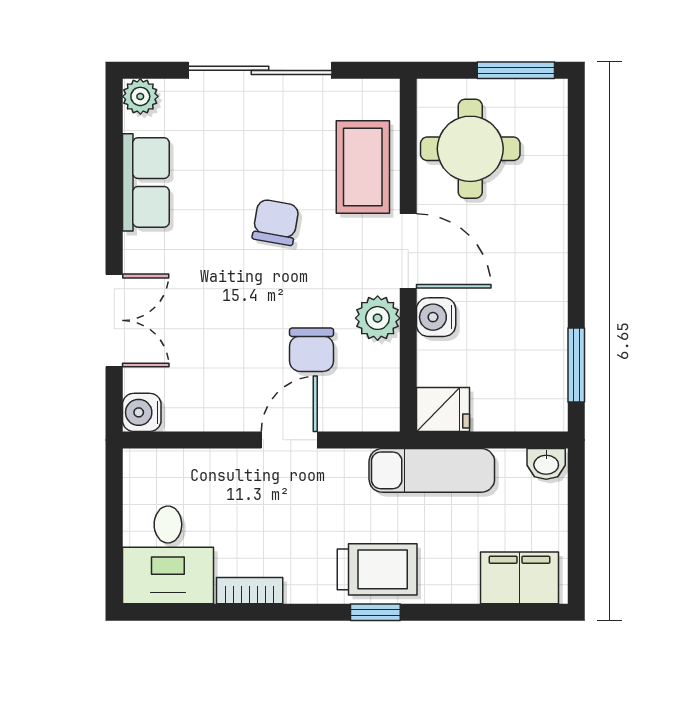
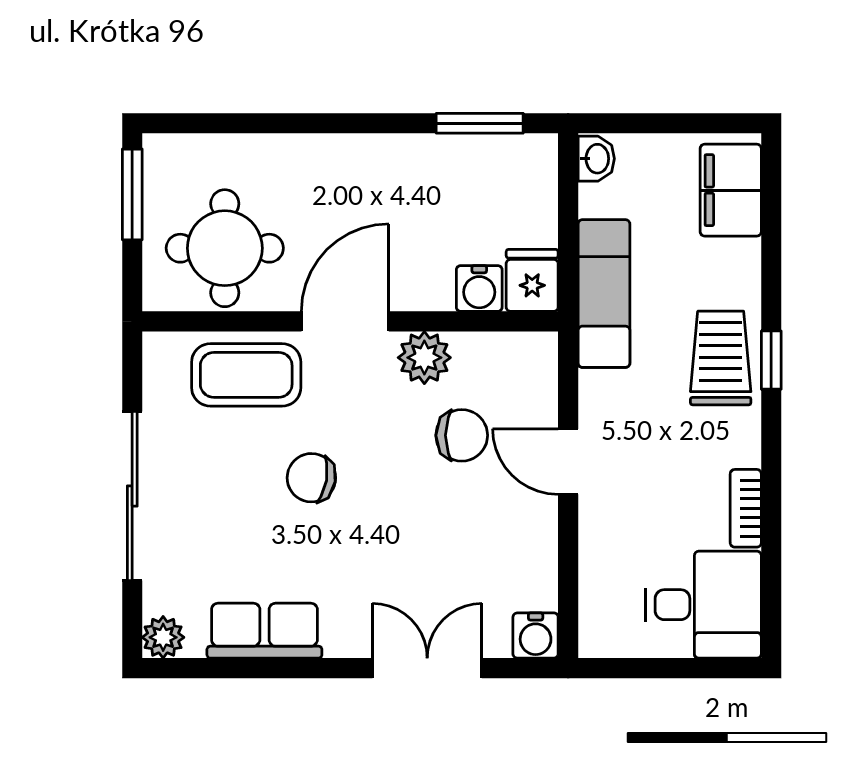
water cooler: (436, 317) -> (479, 288), moved

